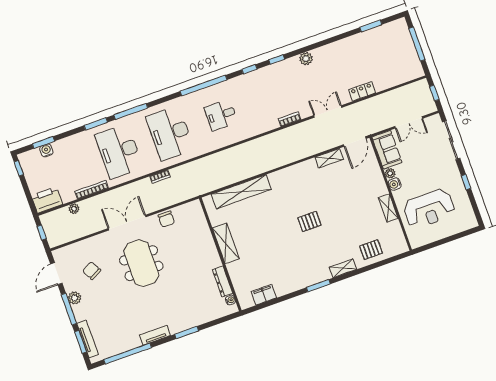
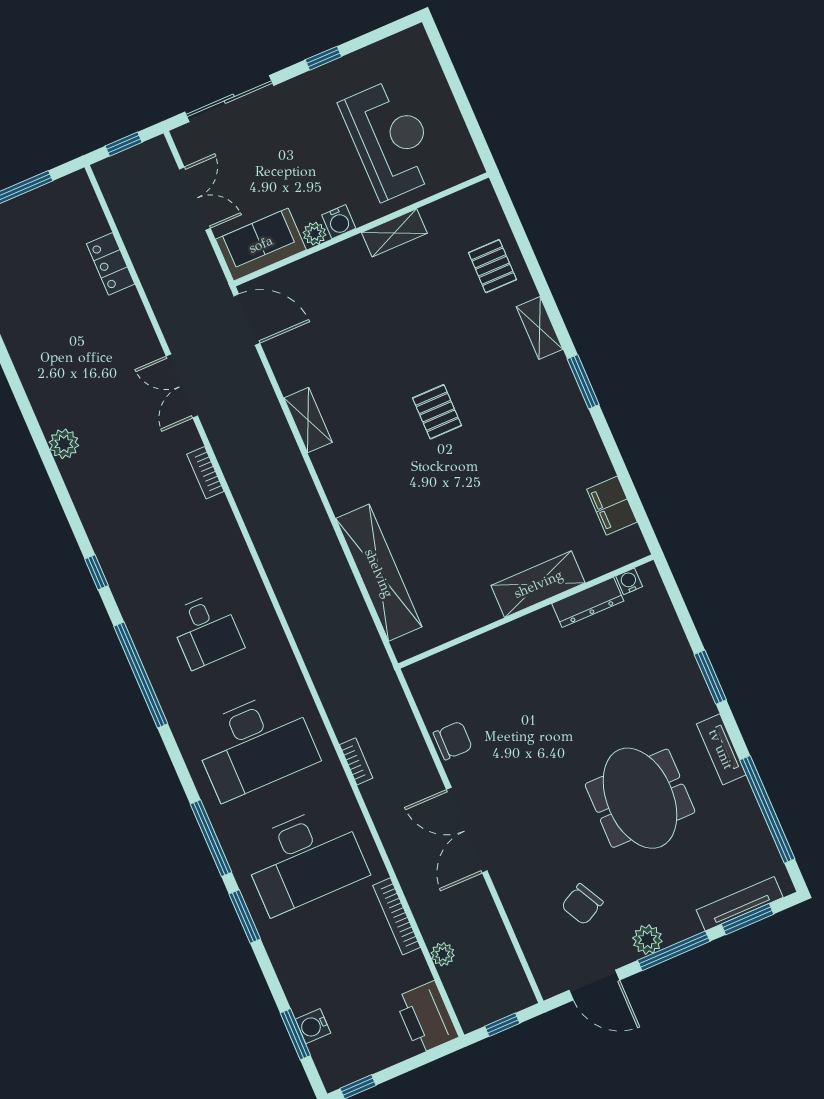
window: (277, 59) -> (70, 511), removed
locker: (362, 91) -> (111, 264), moved
shelving: (329, 158) -> (308, 420), moved
shelving: (226, 243) -> (538, 584), moved
meeting table: (141, 263) -> (640, 798), moved, turned 90

